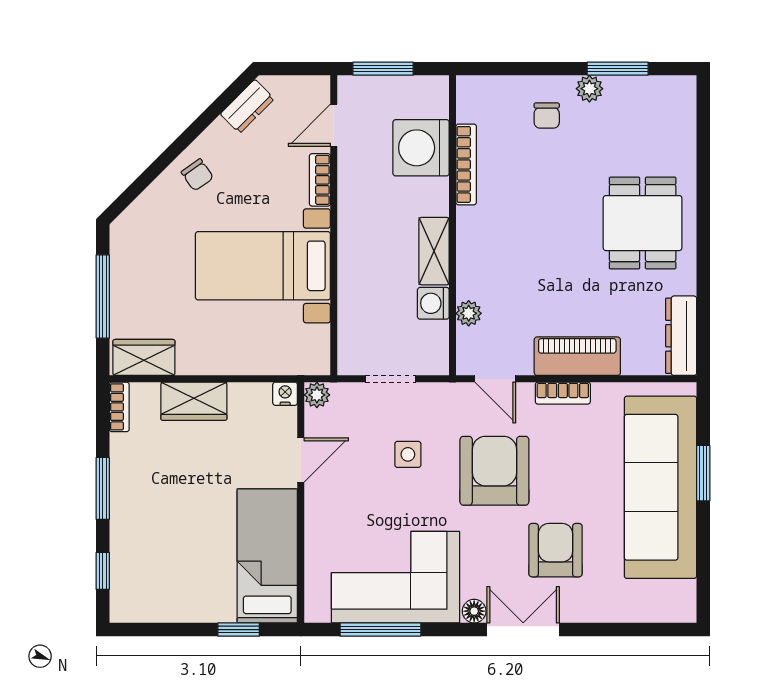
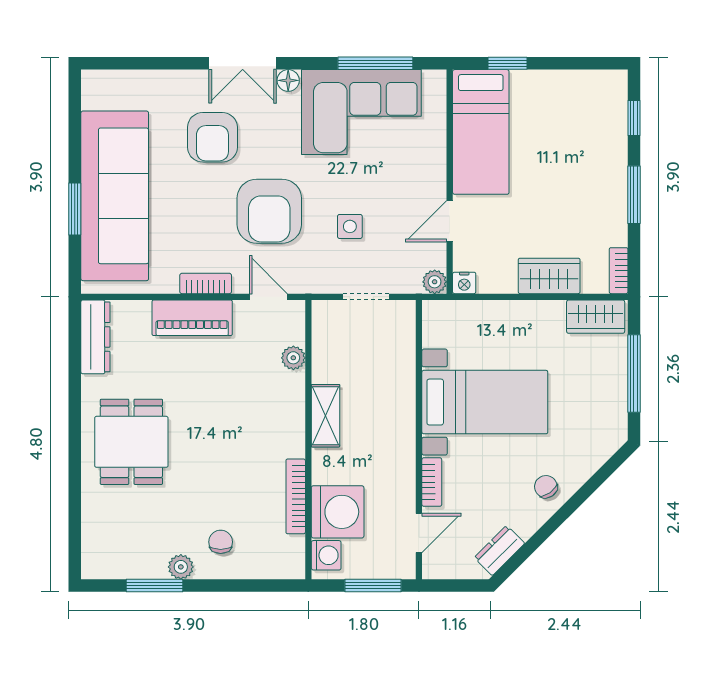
washing machine: (433, 303) -> (326, 555), moved

